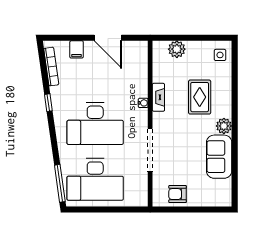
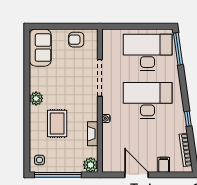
window: (199, 38) -> (58, 175), added
plant: (177, 49) -> (91, 165), moved
fireplace: (158, 97) -> (93, 134), moved
sofa: (219, 157) -> (40, 48), moved
armchair: (178, 194) -> (76, 40), turned 180

